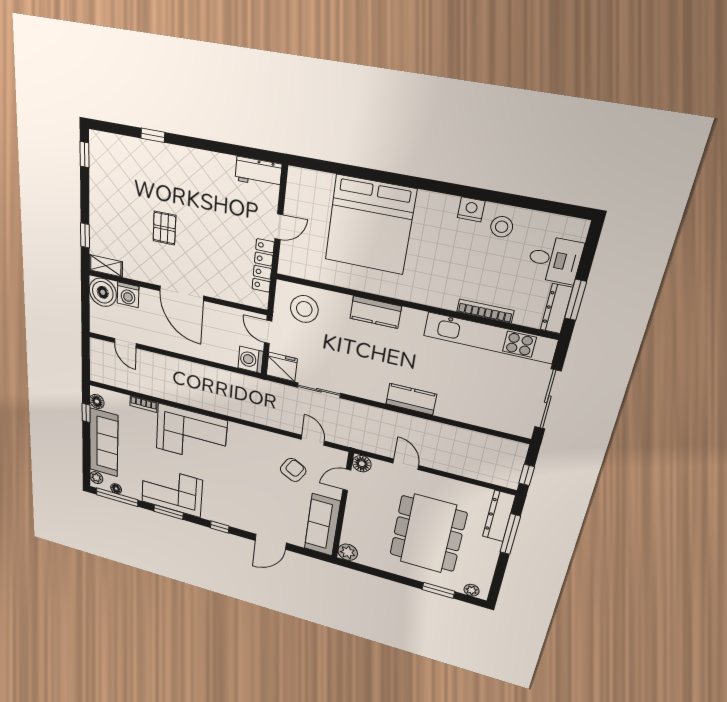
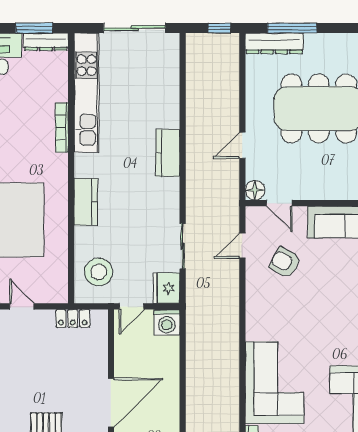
locker: (263, 266) -> (73, 318), width x0.66
bookcase: (485, 311) -> (62, 128), moved

